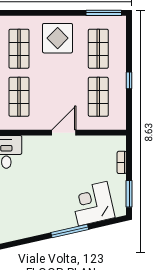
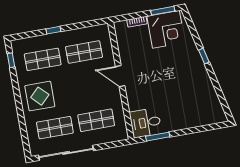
window: (104, 13) -> (11, 60), width x0.46
window: (129, 80) -> (53, 30), moved
corner desk: (93, 204) -> (166, 29), moved, turned -77
window: (70, 231) -> (204, 56), width x0.46

